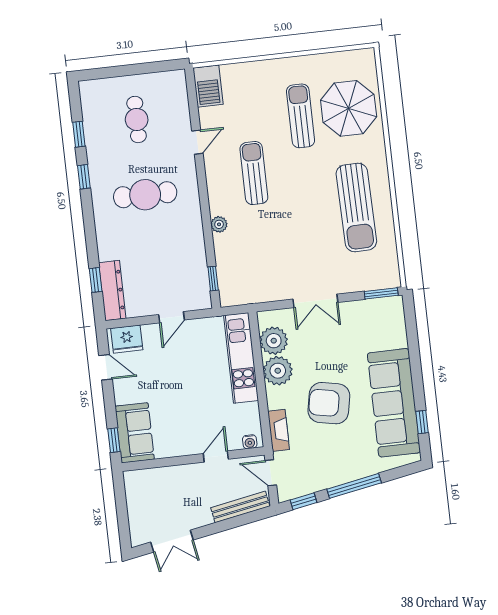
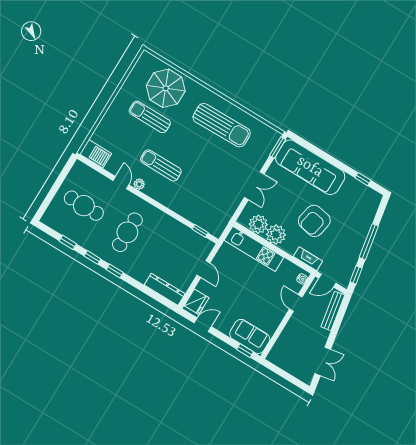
cafe table: (137, 119) -> (84, 206), width x1.37, depth x1.35
plant: (219, 224) -> (139, 184), moved
window: (96, 280) -> (115, 271), moved
sofa: (394, 403) -> (310, 167), moved

